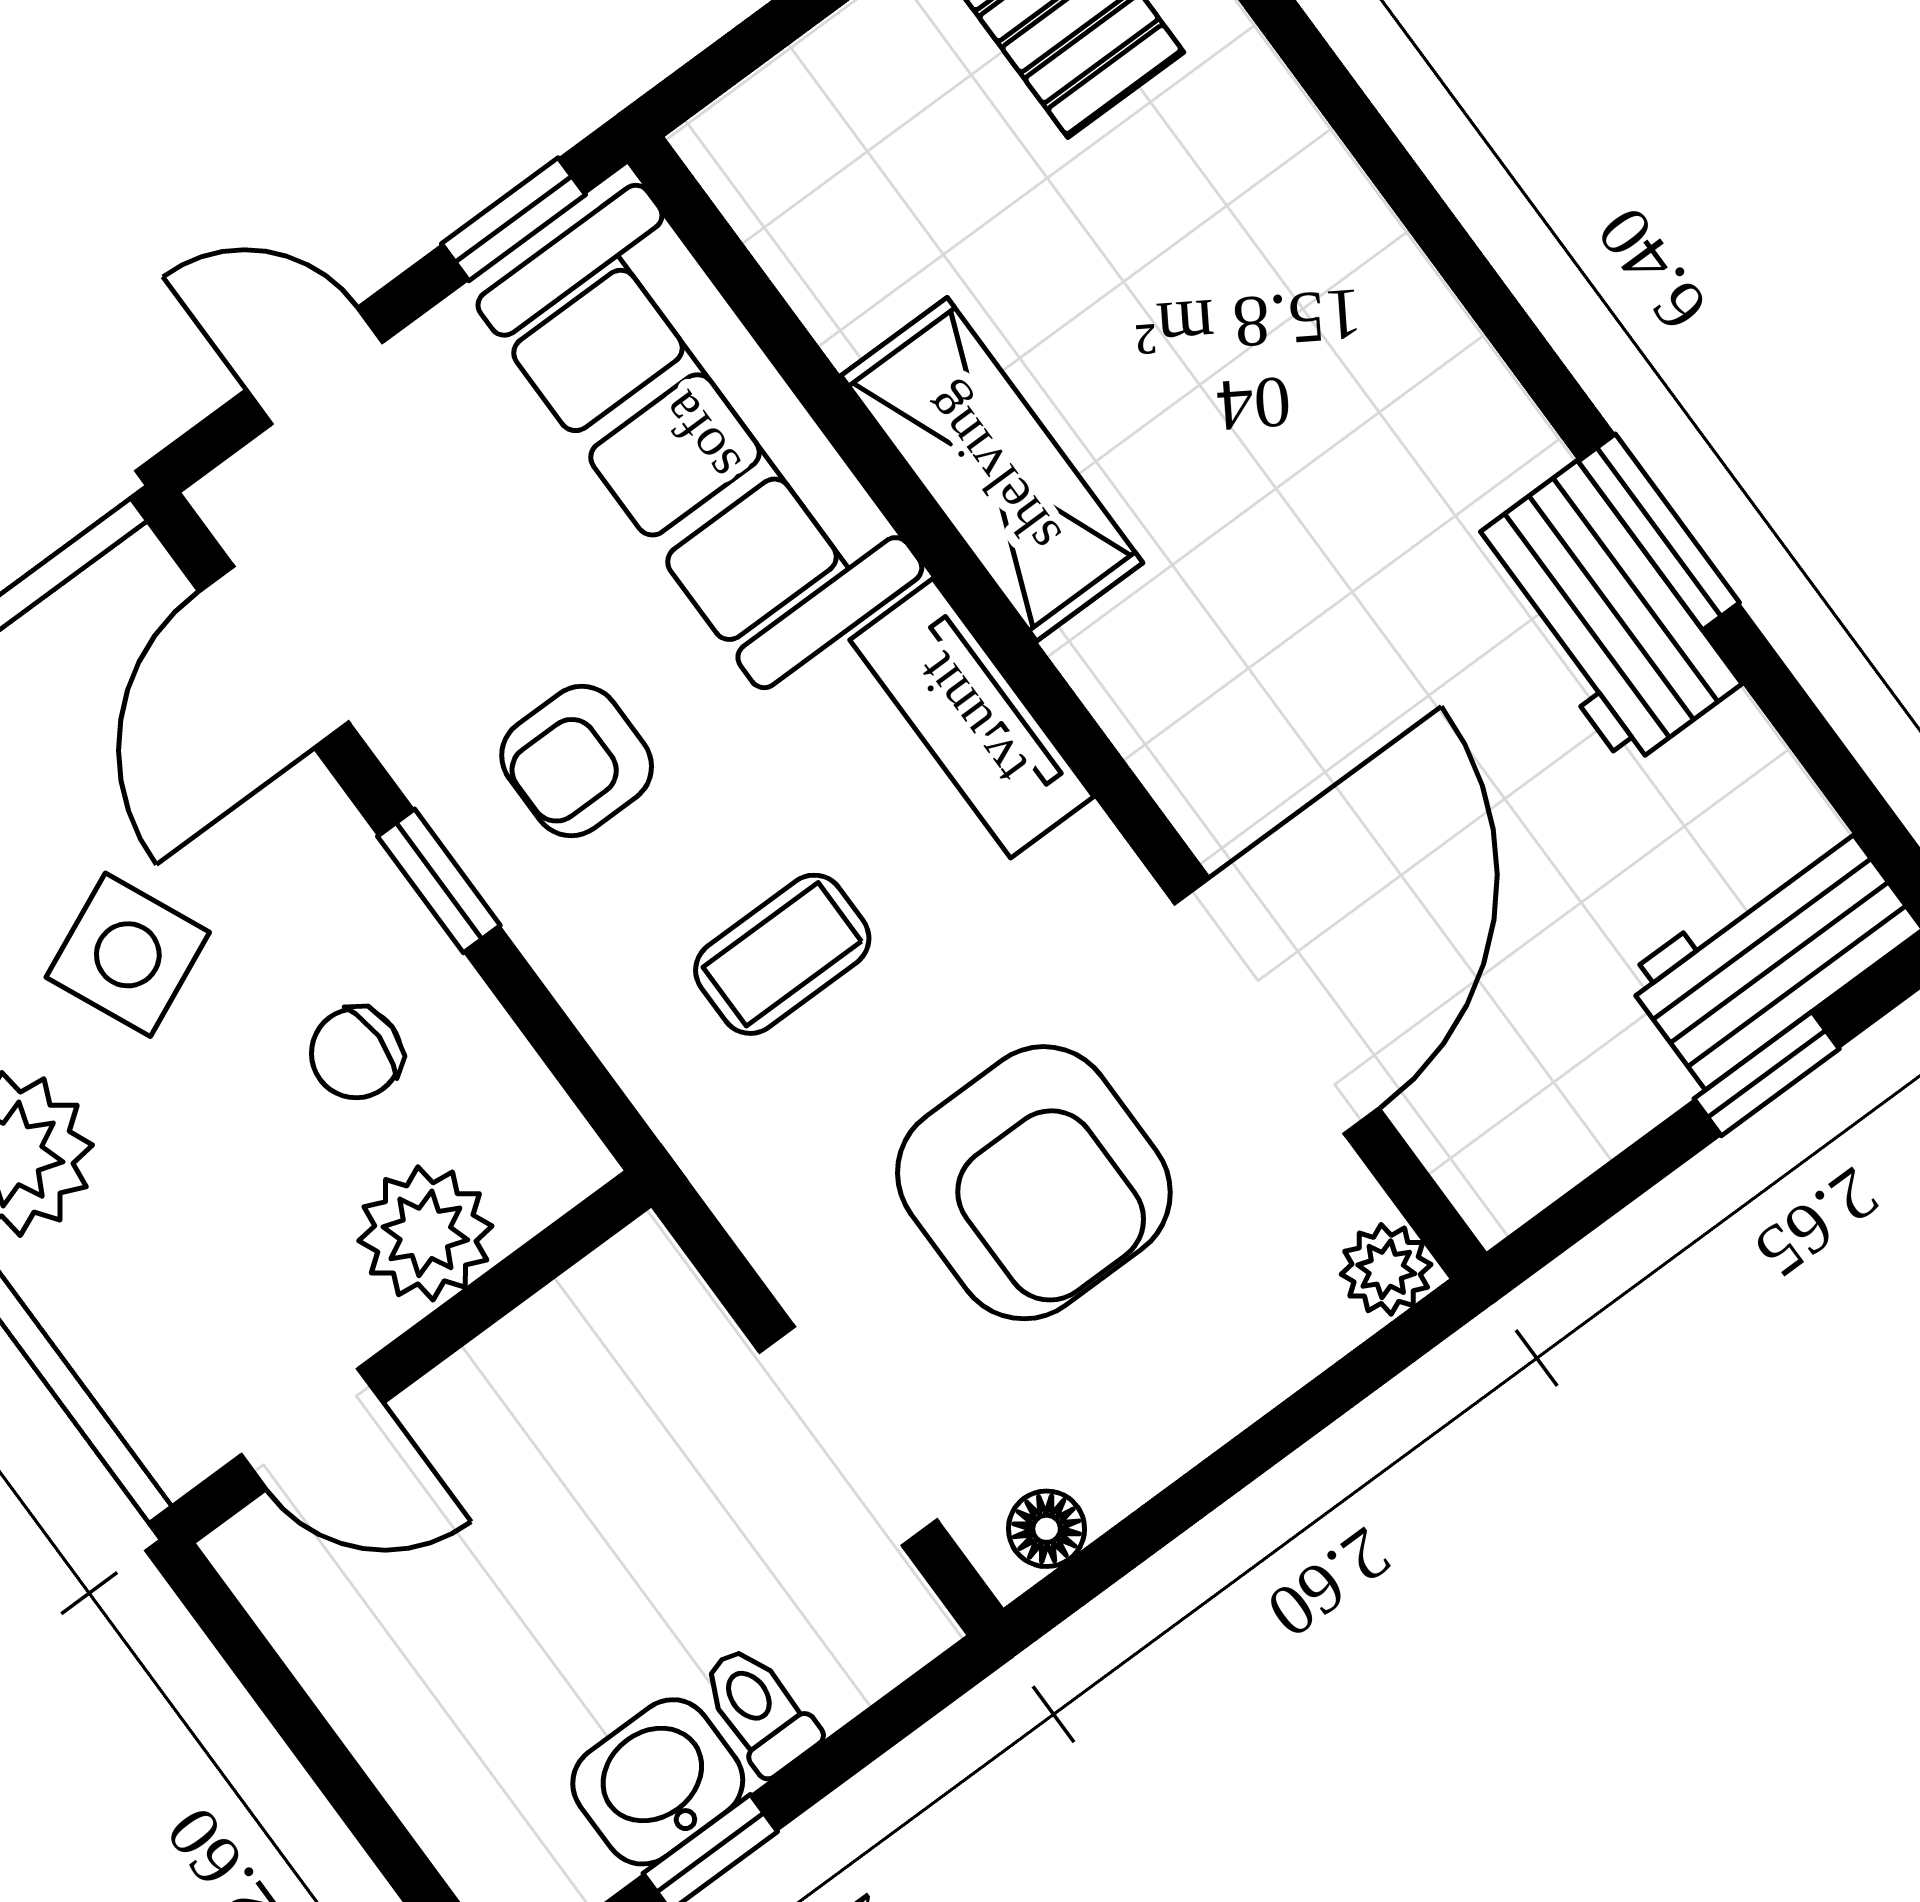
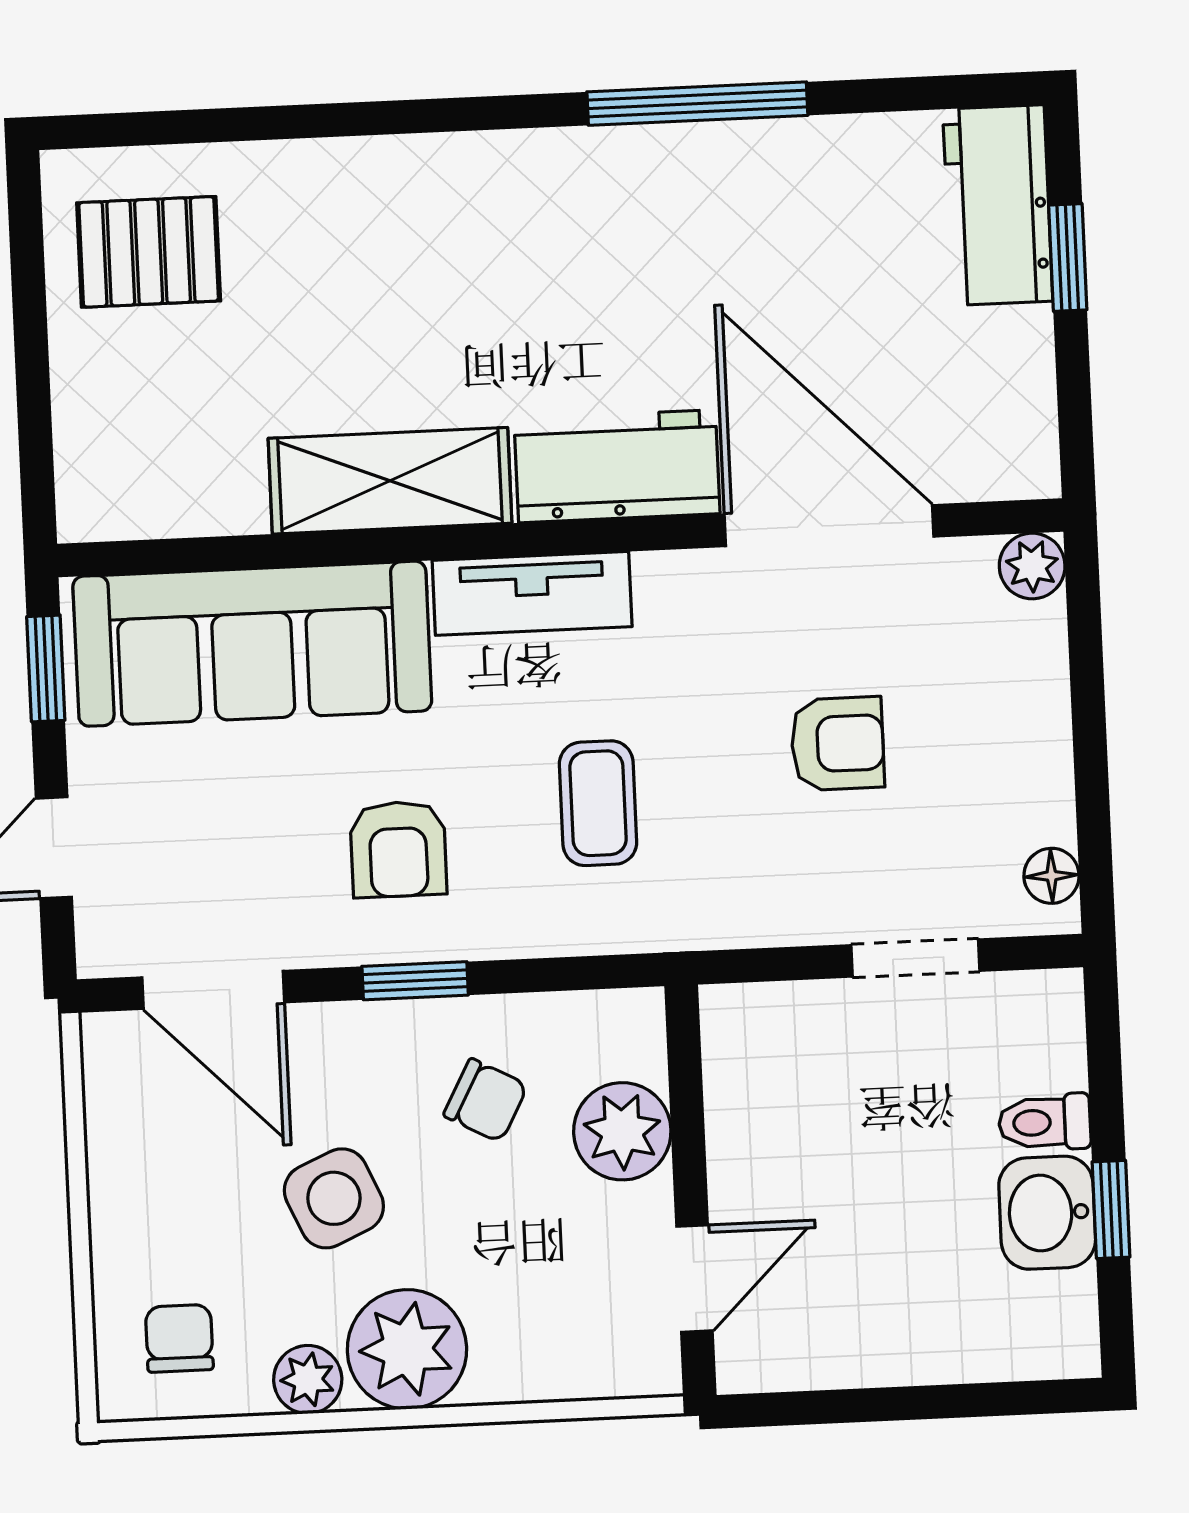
window: (1659, 532) -> (697, 104), width x1.44
workbench: (1602, 615) -> (617, 466), moved, turned 180
chair: (356, 1053) -> (486, 1100), turned -62
armchair: (1034, 1183) -> (838, 744), width x0.53, depth x0.53
doorway: (848, 1436) -> (915, 958), width x0.73

